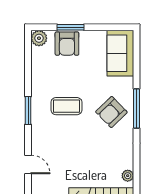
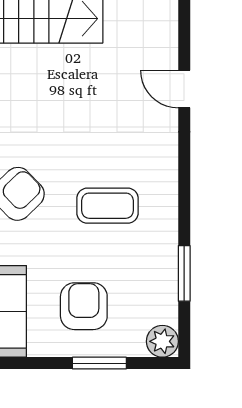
armchair: (67, 44) -> (84, 306), moved
window: (28, 111) -> (184, 273), moved

